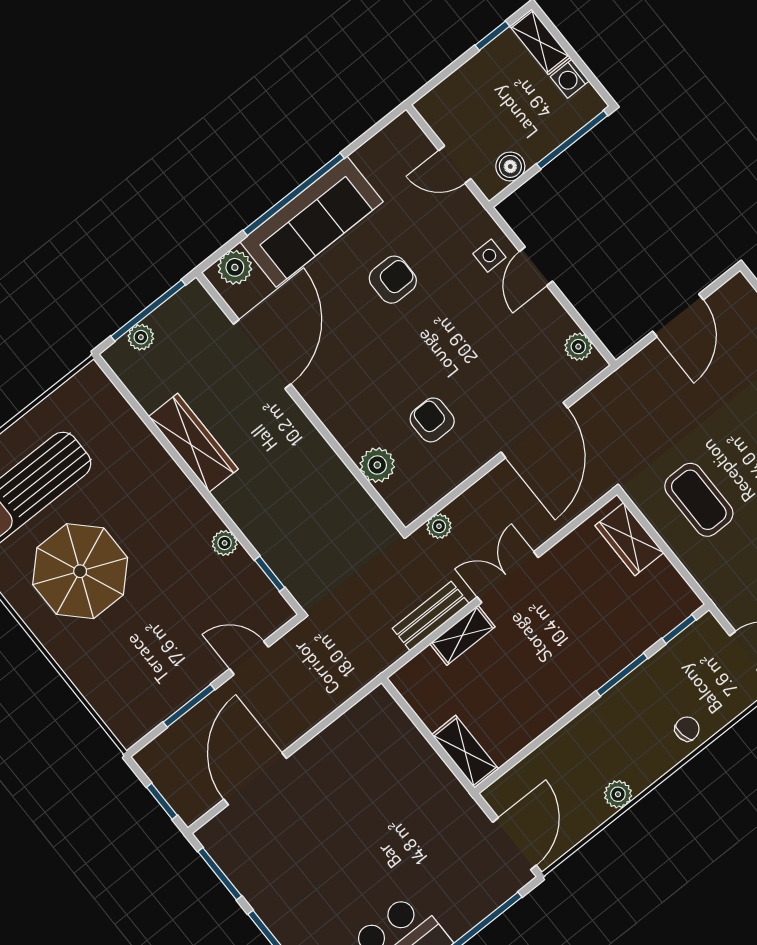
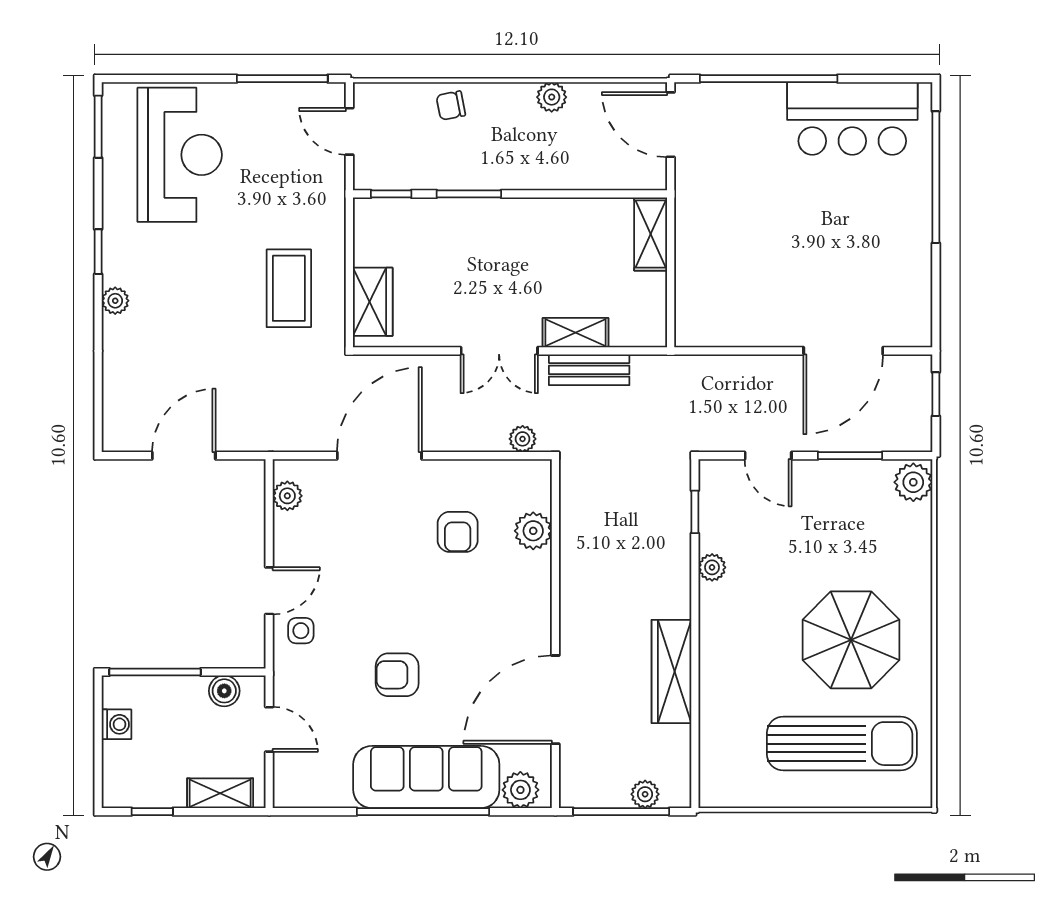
shelving: (540, 42) -> (220, 793), moved, turned 90
plant: (127, 723) -> (913, 482), added
door: (515, 844) -> (671, 125), hinge flipped
window: (220, 874) -> (936, 295), removed

